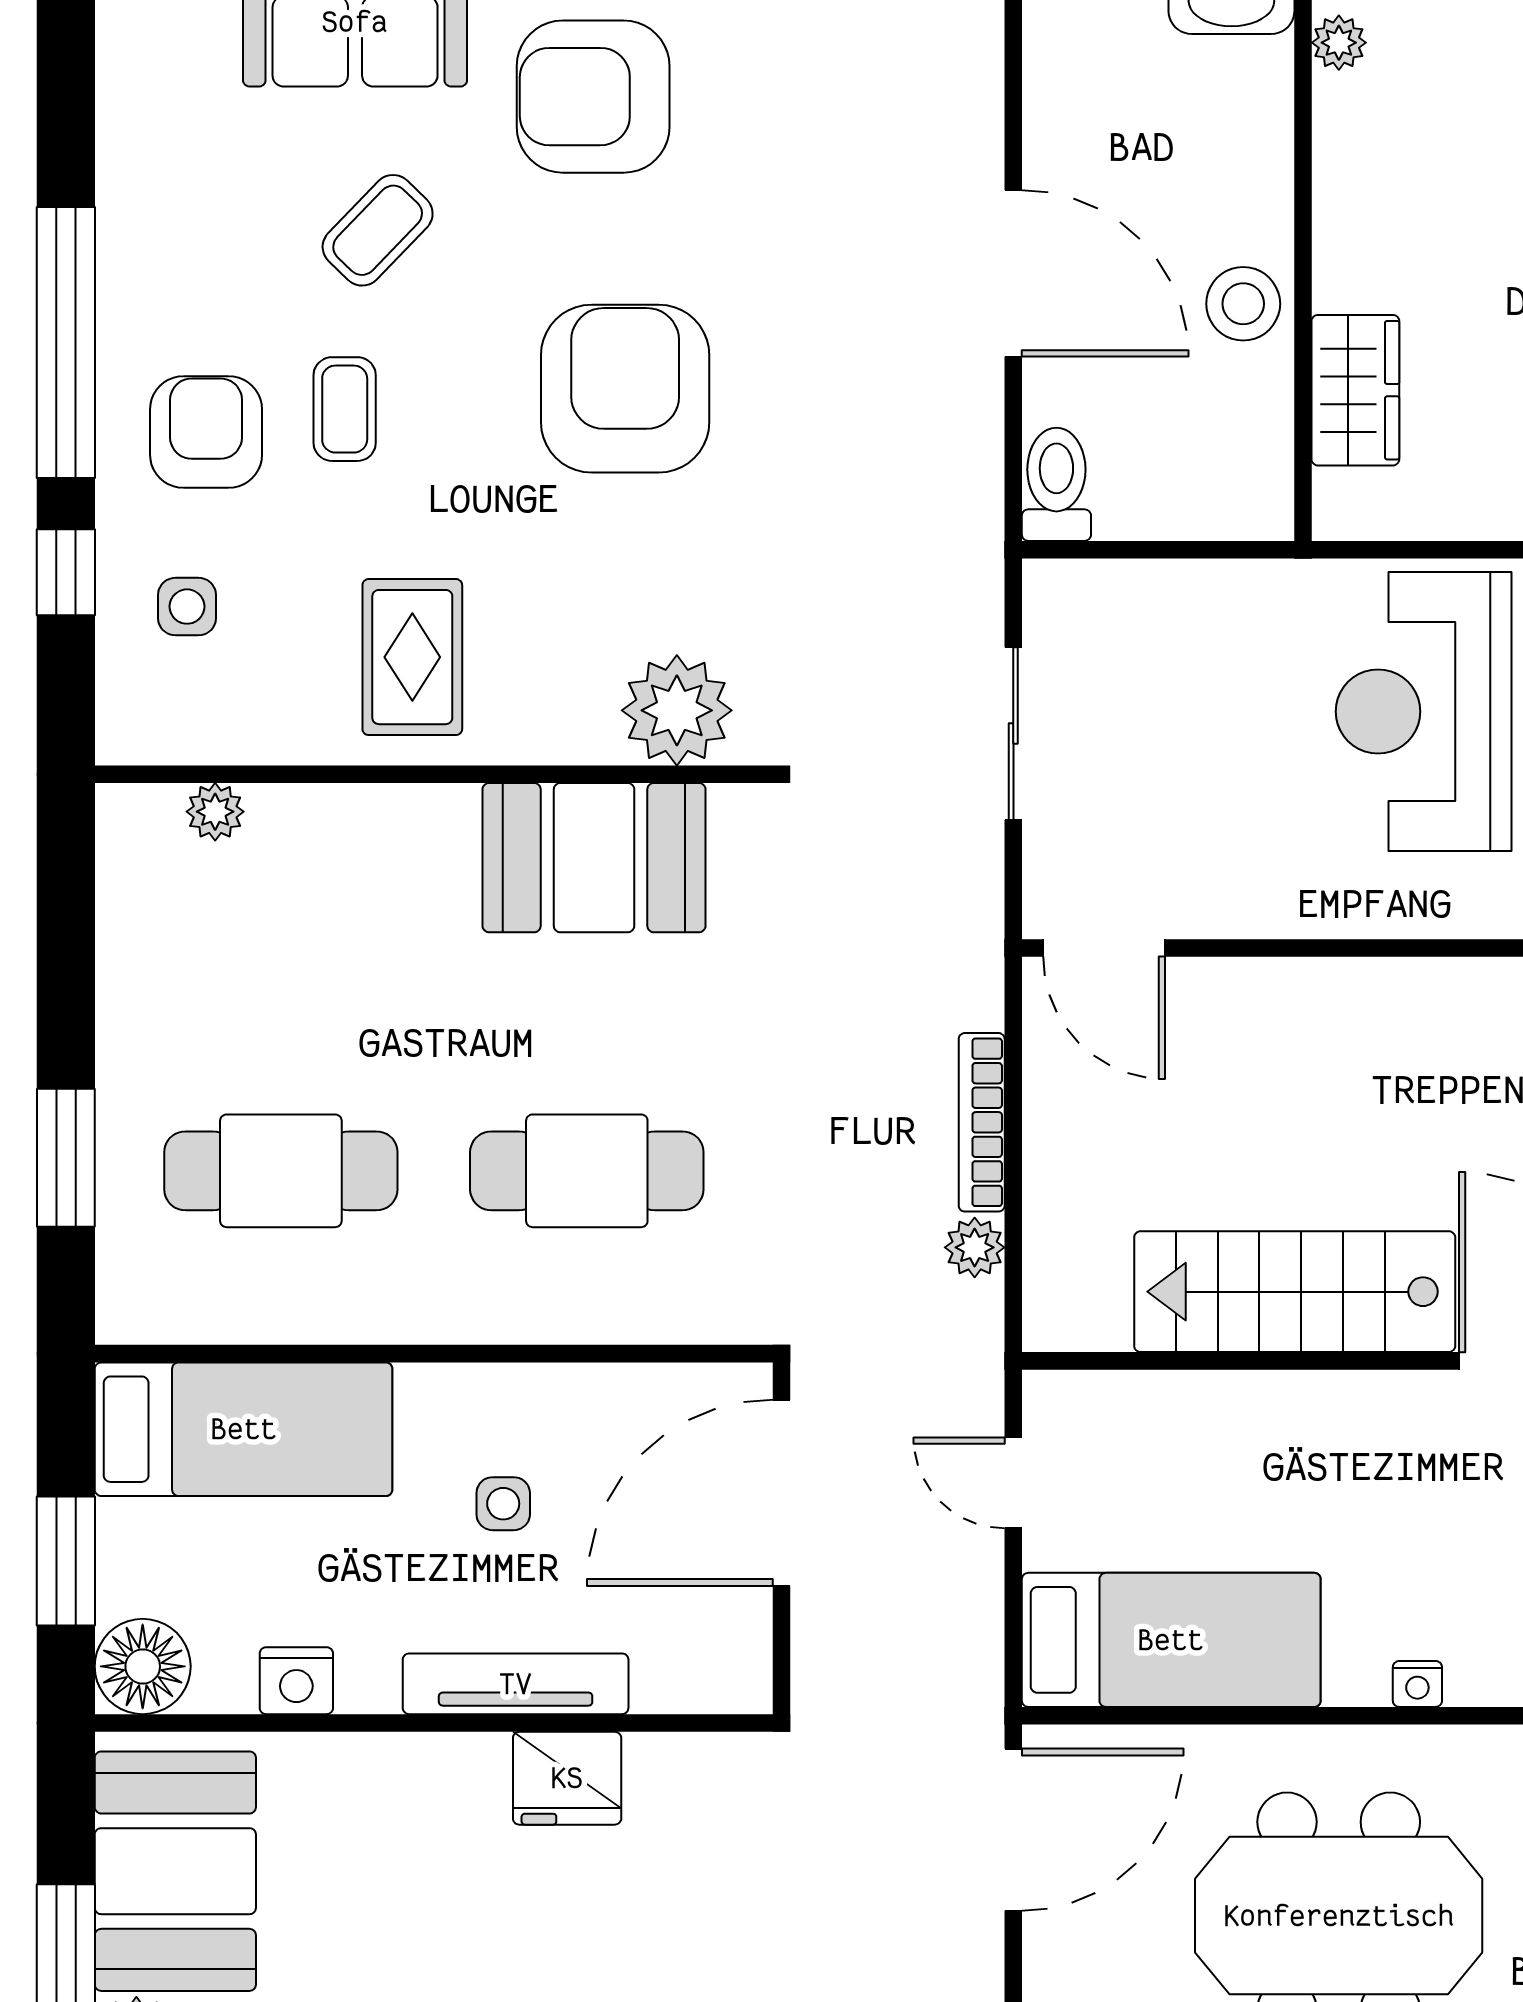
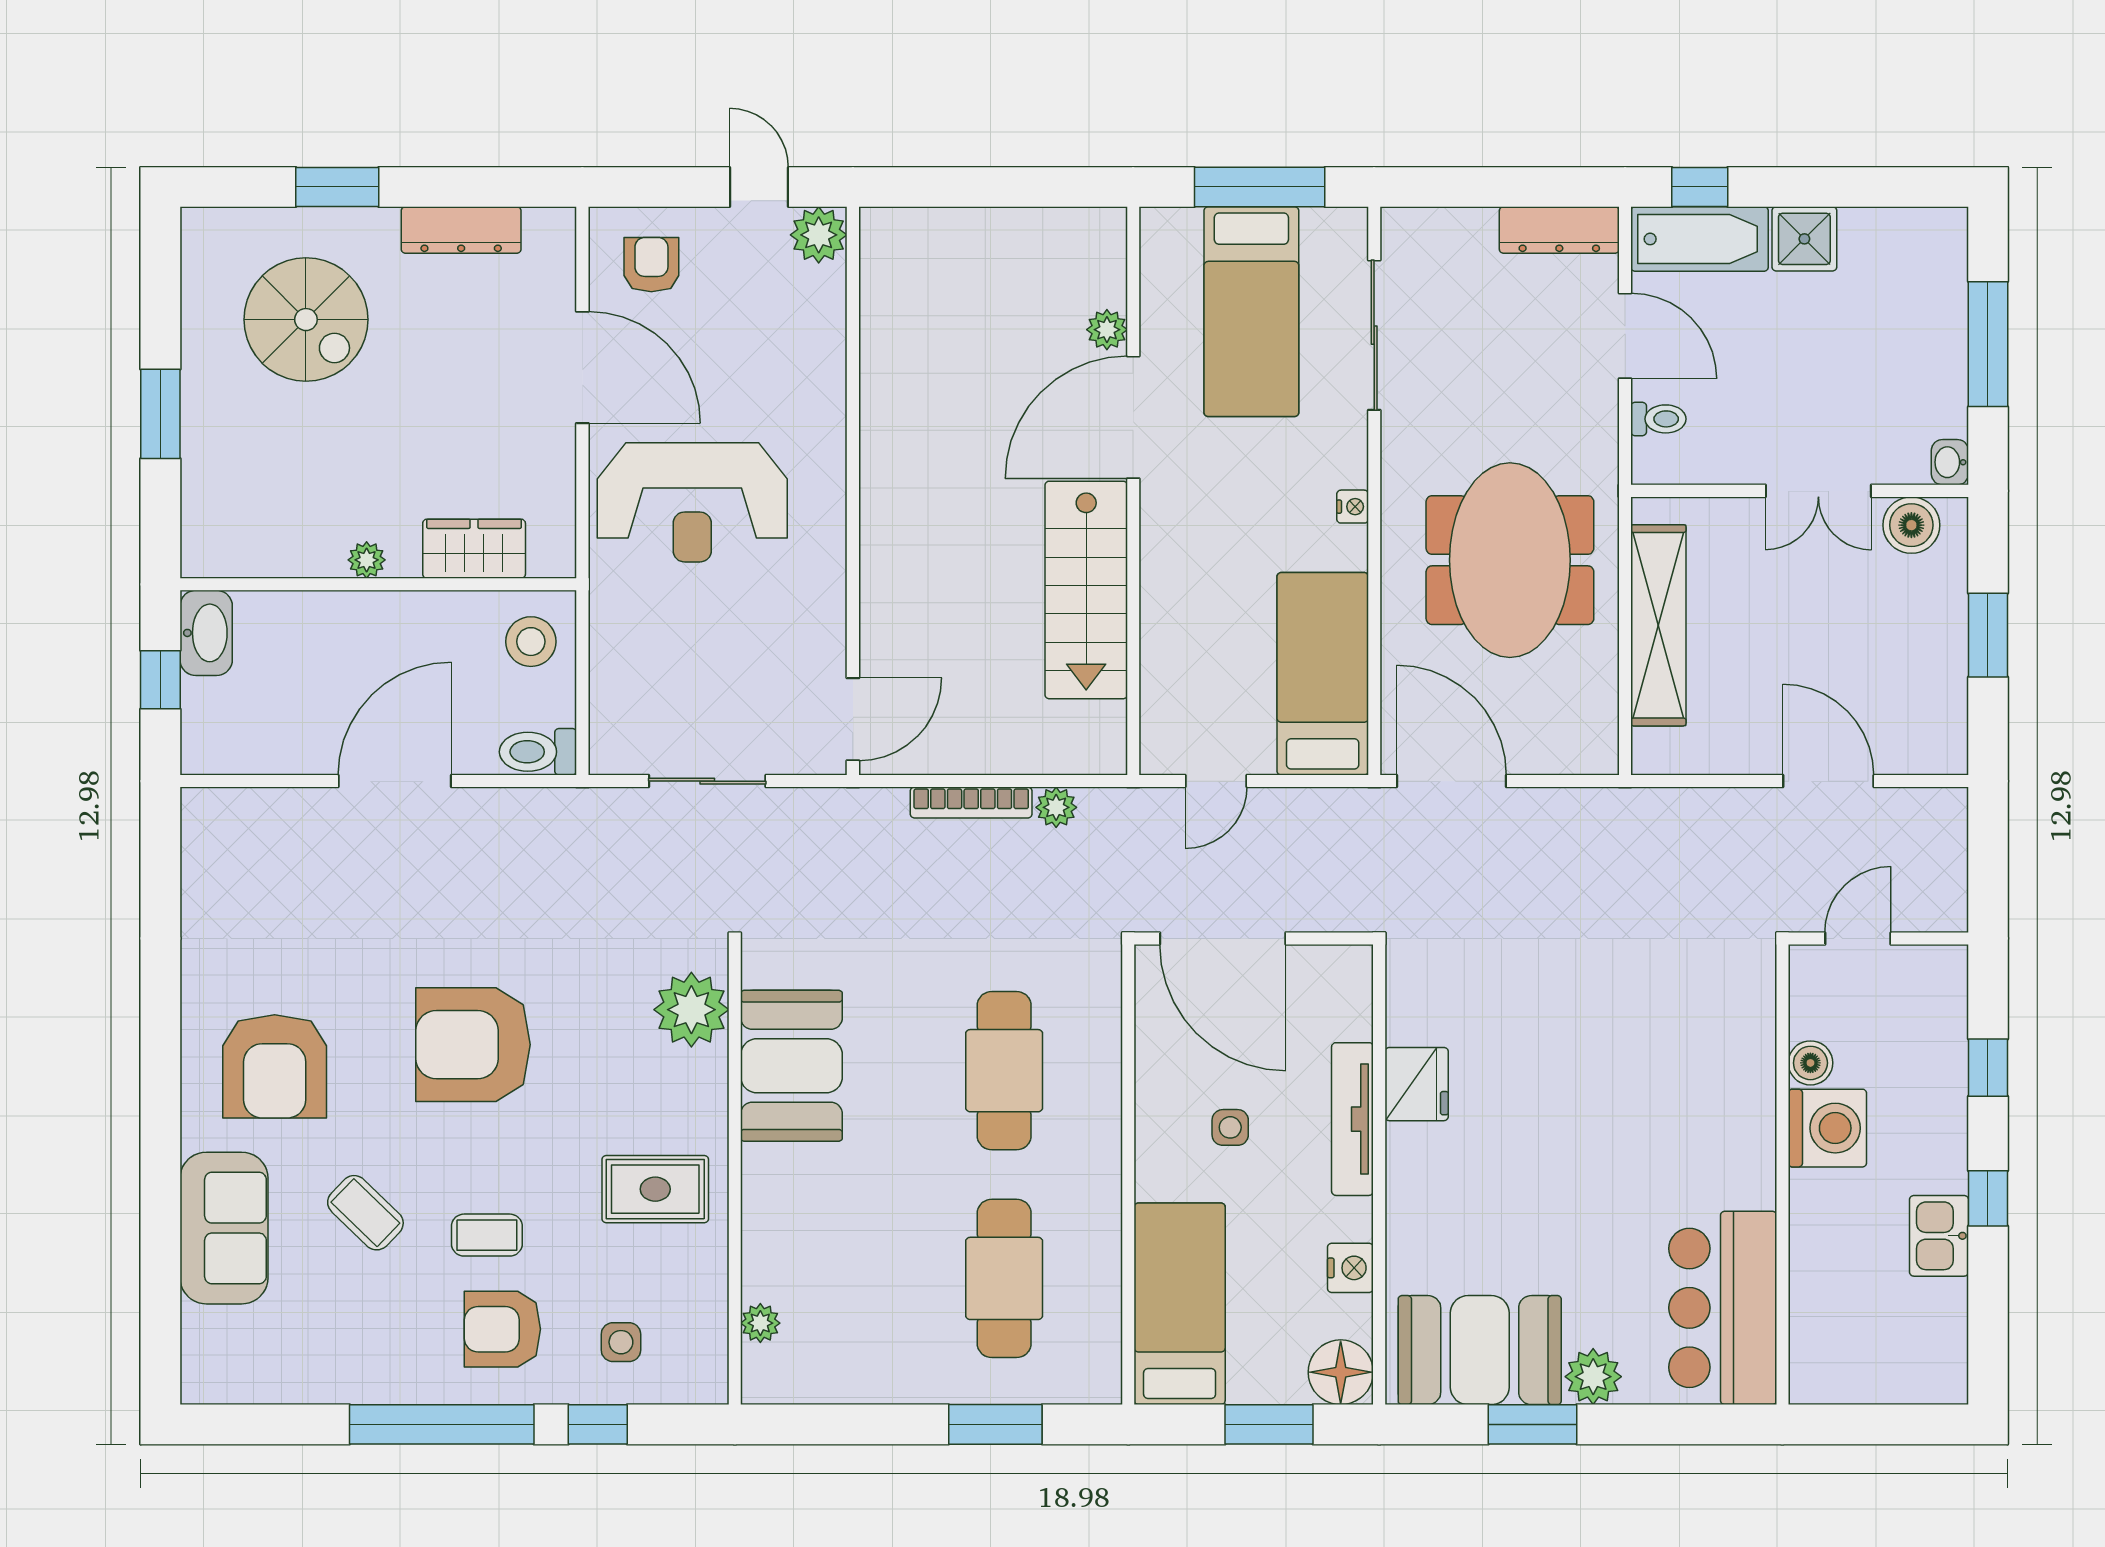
plant: (1339, 43) -> (367, 560), moved
stool: (1243, 304) -> (531, 642), moved

